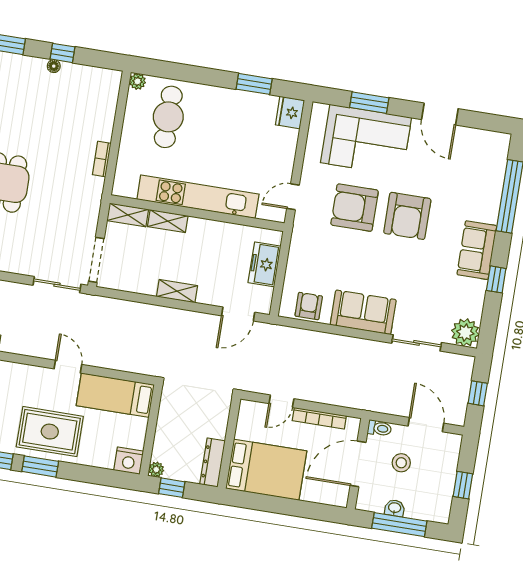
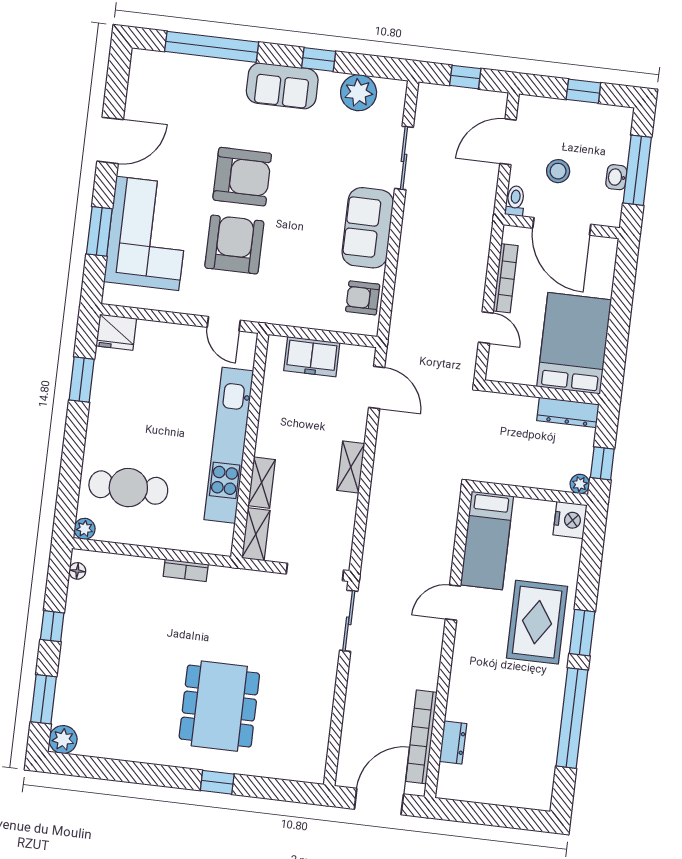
floor lamp: (54, 66) -> (77, 571), moved
armchair: (355, 208) -> (234, 244), turned 180
plant: (465, 333) -> (359, 93), moved

